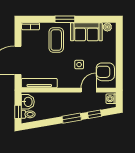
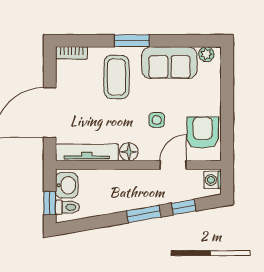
armchair: (105, 72) -> (203, 133), turned 90
floor lamp: (63, 83) -> (129, 152), added

